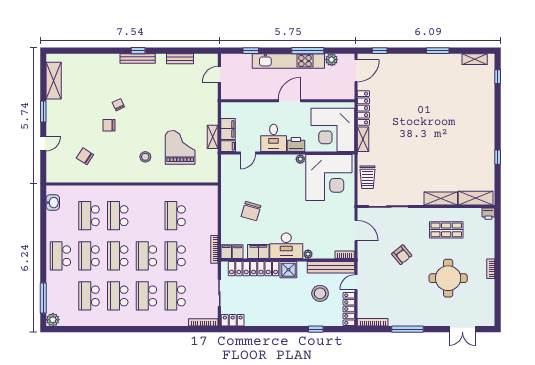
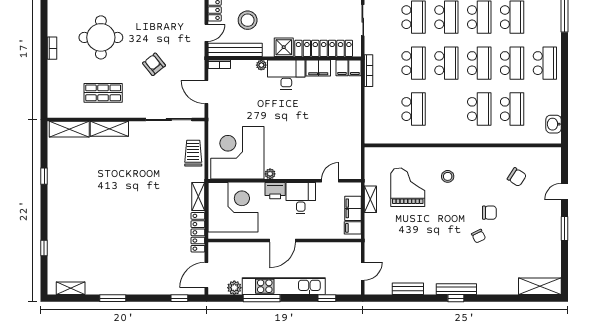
window: (498, 77) -> (44, 248), moved
shelving: (54, 81) -> (540, 286), moved, turned 90
filing cabinet: (228, 146) -> (353, 228), moved
grand piano: (180, 147) -> (408, 187), turned 180
chair: (251, 211) -> (327, 114), removed
printer: (488, 214) -> (55, 111), removed

